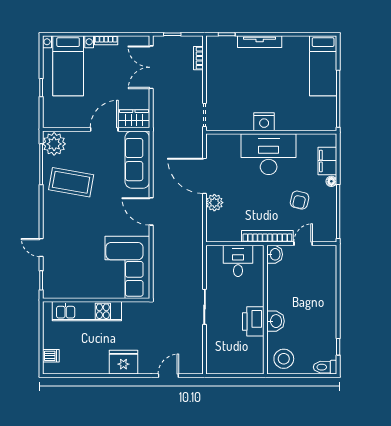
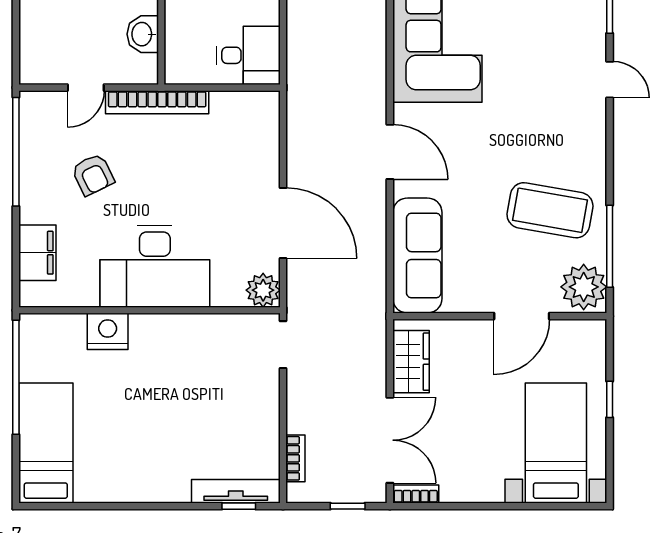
bookcase: (106, 40) -> (416, 494), moved
tv unit: (260, 42) -> (236, 491), moved
wardrobe: (134, 119) -> (411, 362), moved, turned -90
nightstand: (264, 122) -> (108, 331), moved
door: (104, 129) -> (522, 316), moved
floor lamp: (331, 181) -> (29, 212), removed
armchair: (300, 200) -> (93, 175), turned 141
plant: (214, 203) -> (263, 290), moved
washbasin: (275, 254) -> (143, 34), moved
desk: (238, 261) -> (248, 55), moved, turned -90

